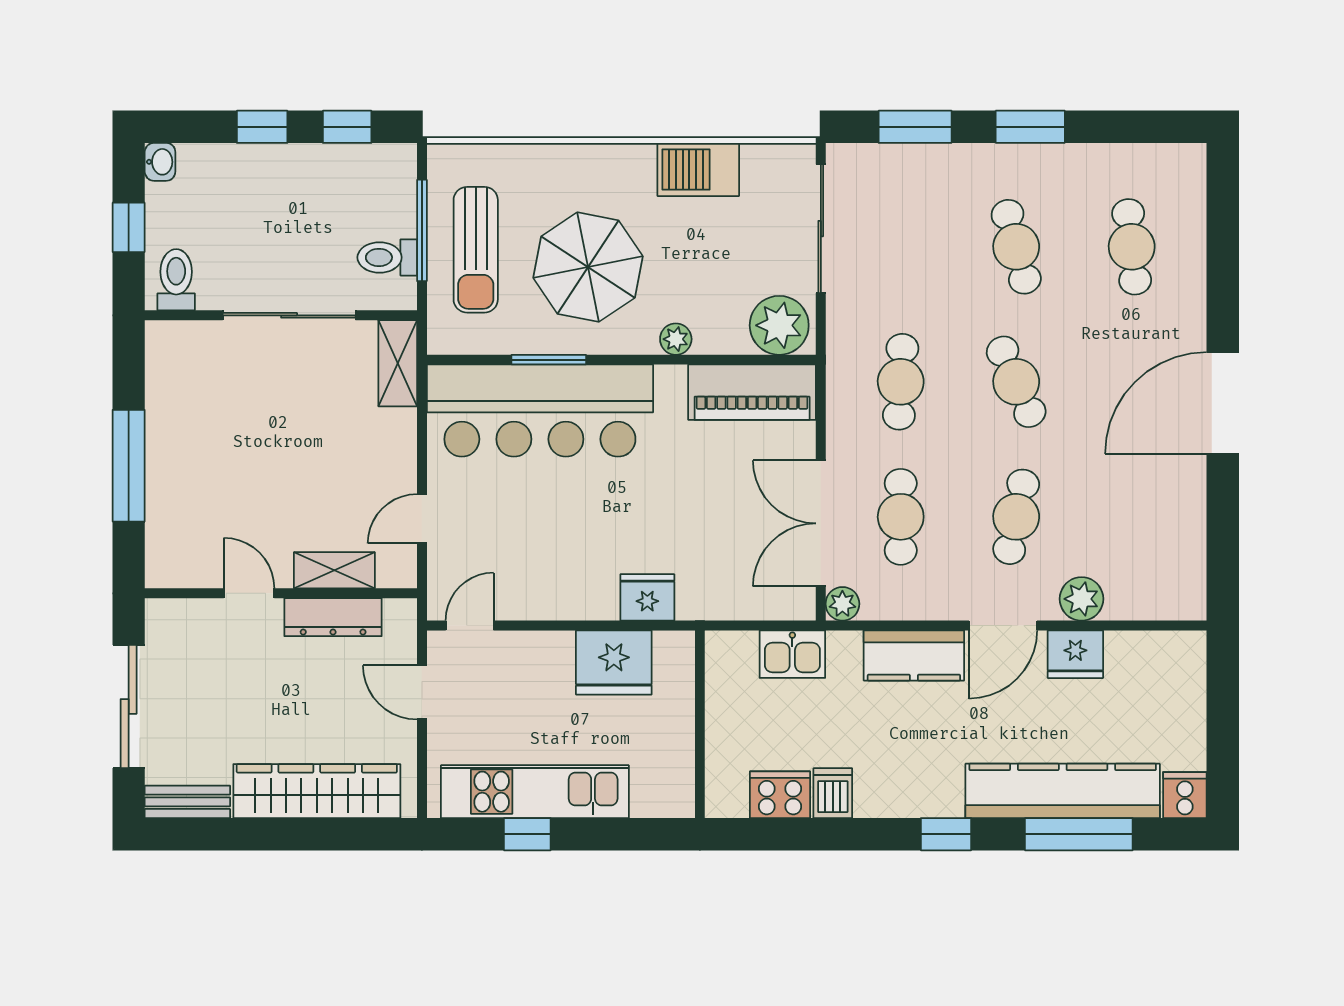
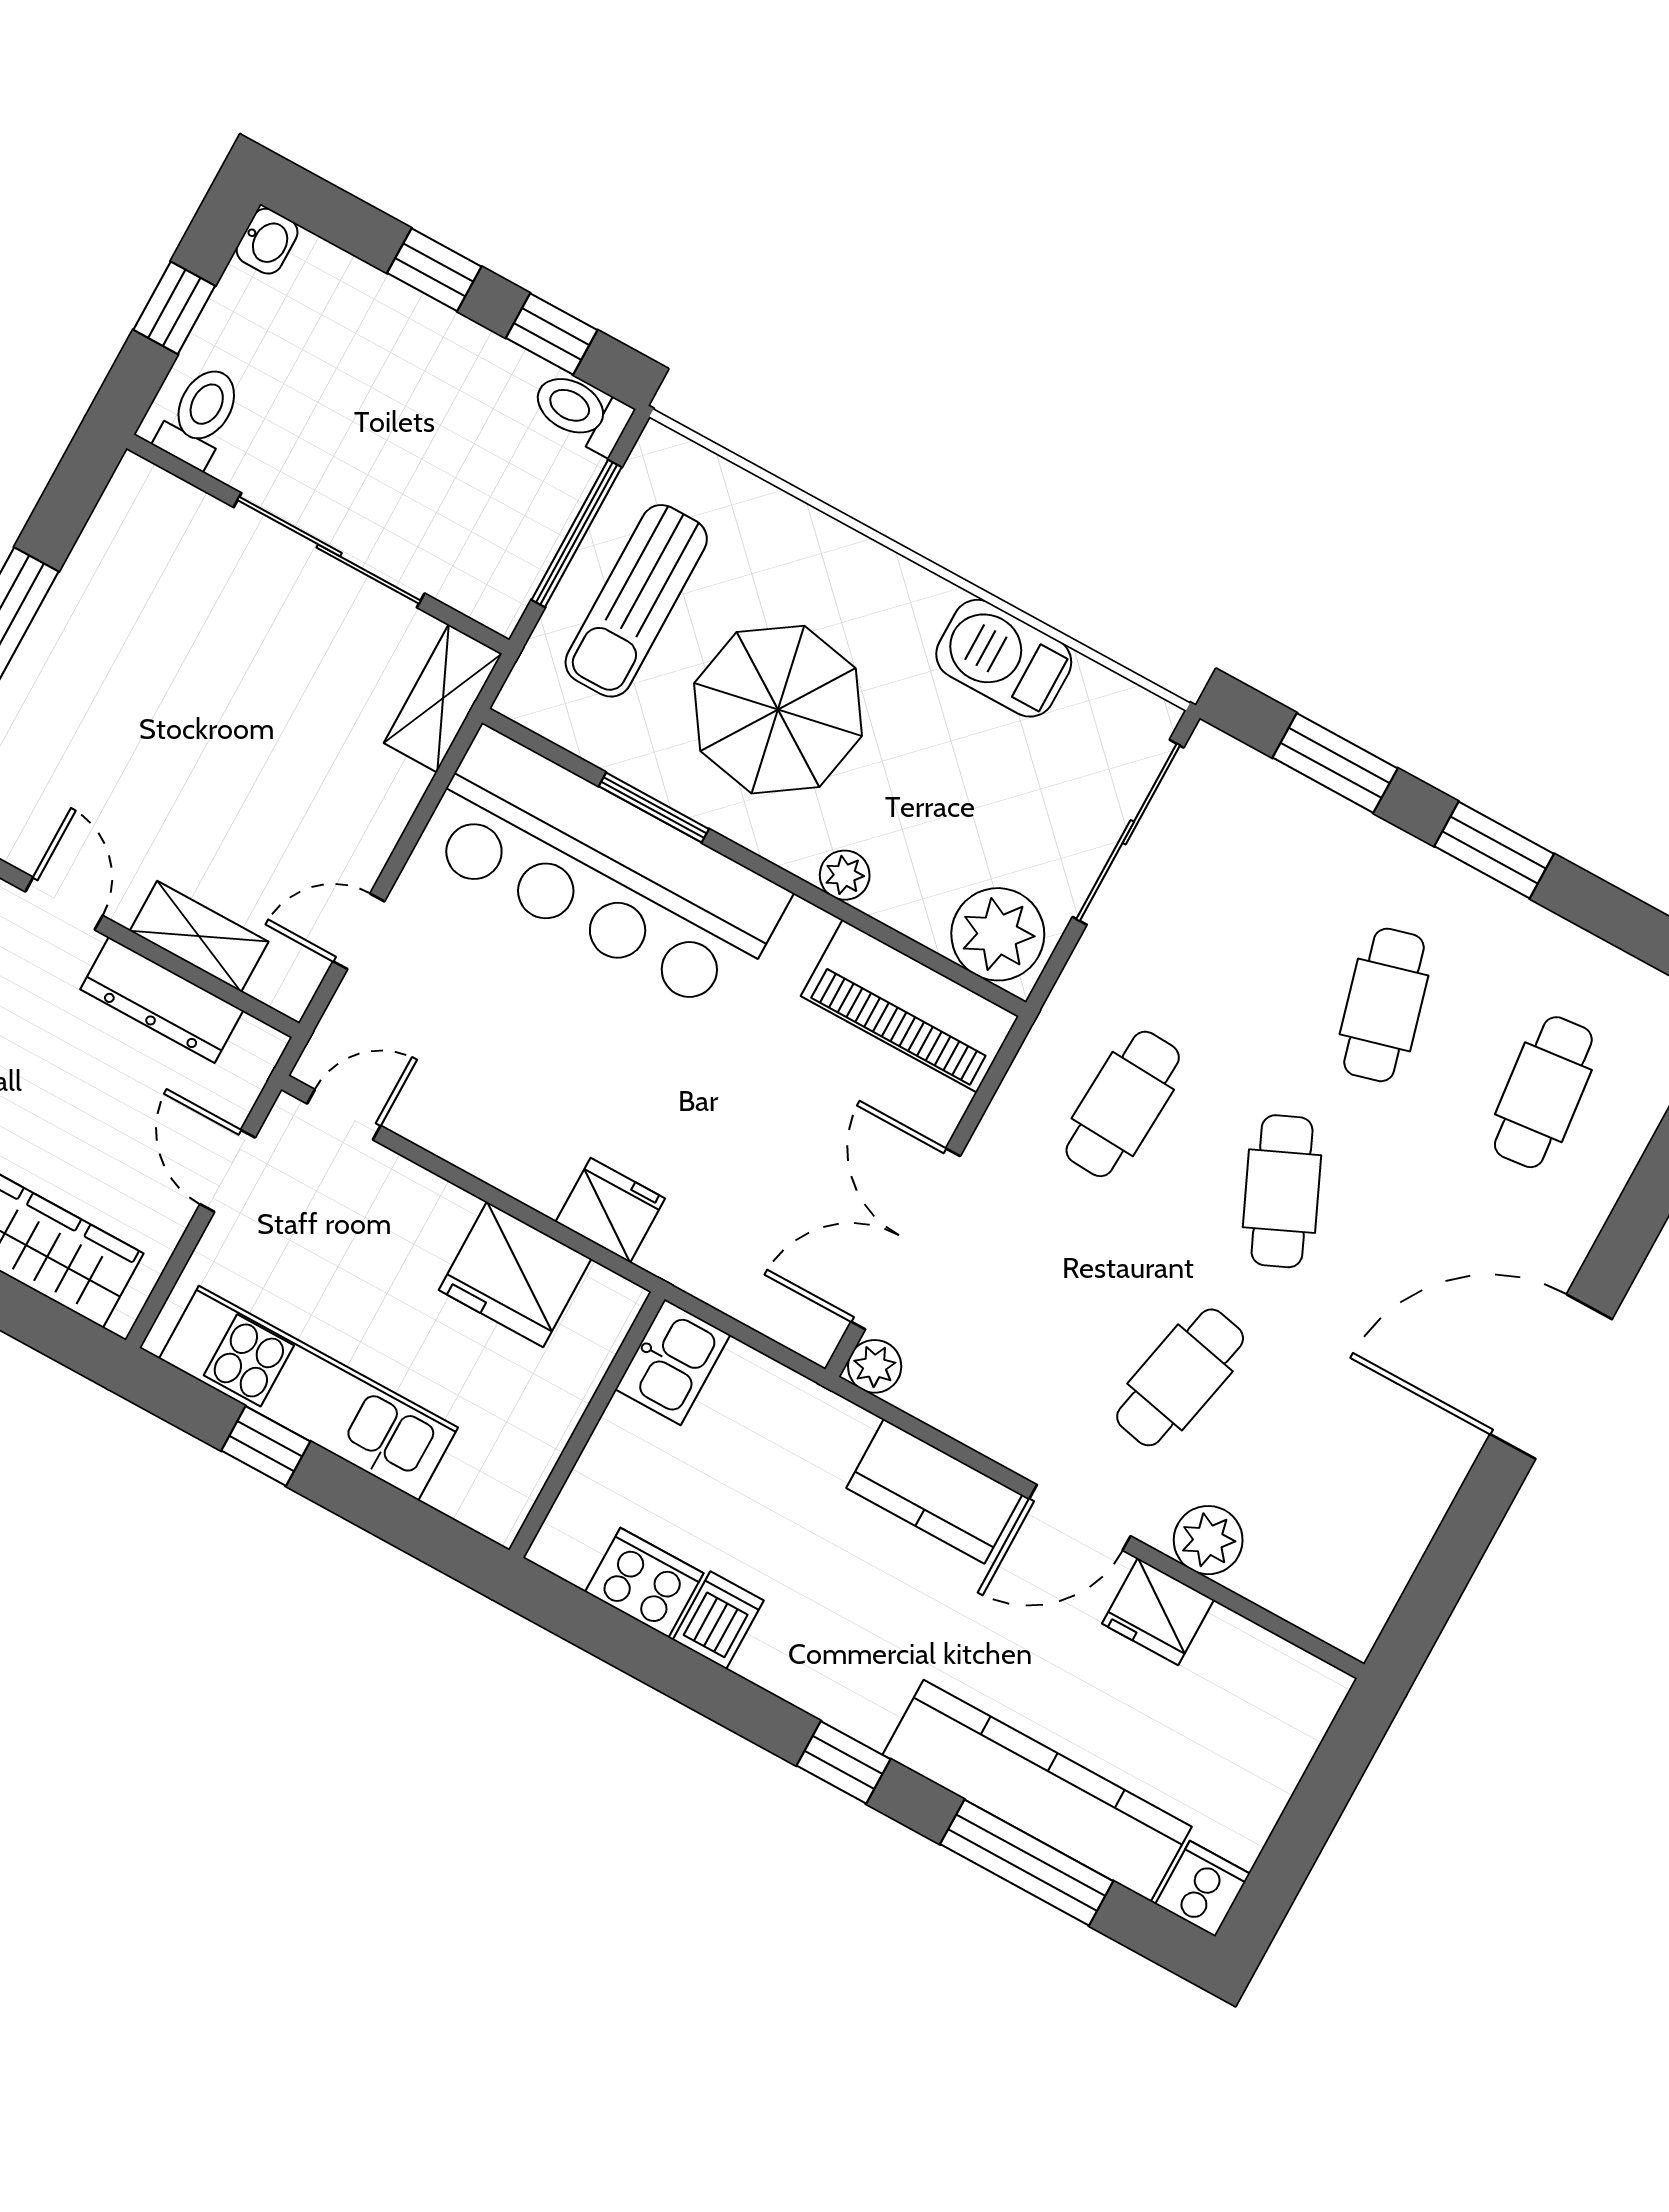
toilet: (387, 257) -> (581, 412), moved
cafe table: (901, 517) -> (1021, 1290), removed
kitchen sink: (792, 654) -> (673, 1362), moved, turned -90

